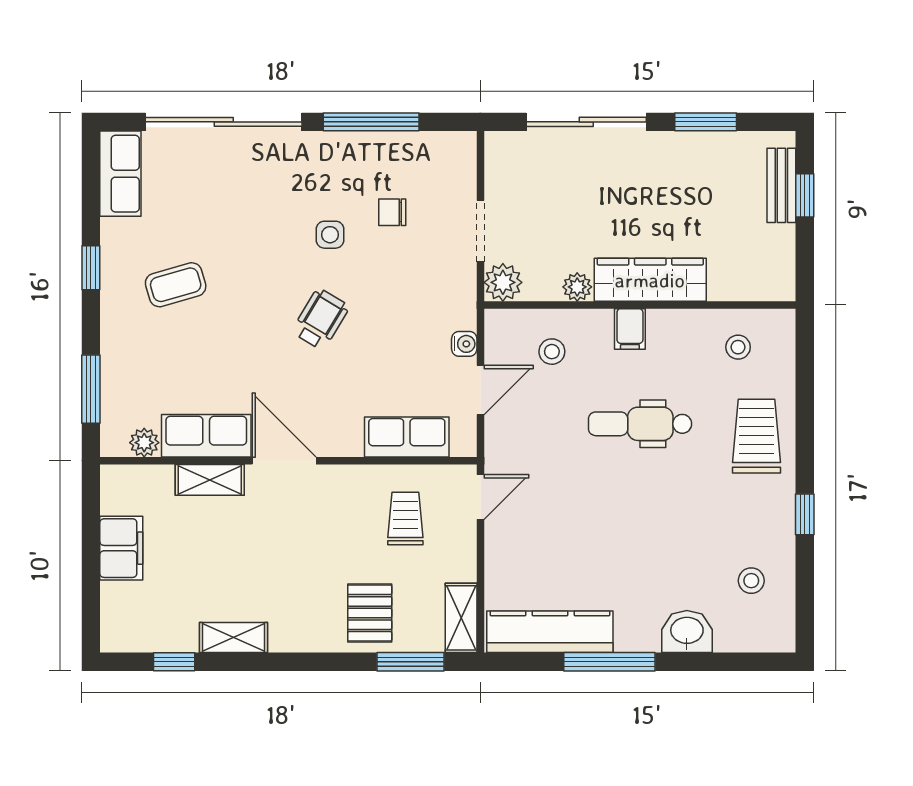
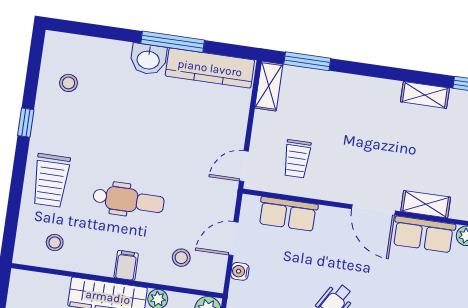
pallet: (370, 613) -> (330, 98), removed
washbasin: (687, 632) -> (148, 59), moved

